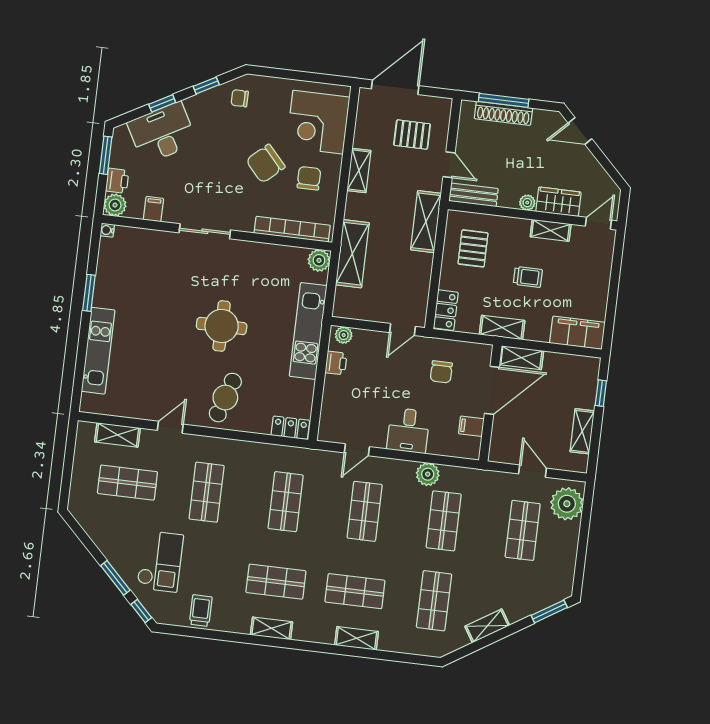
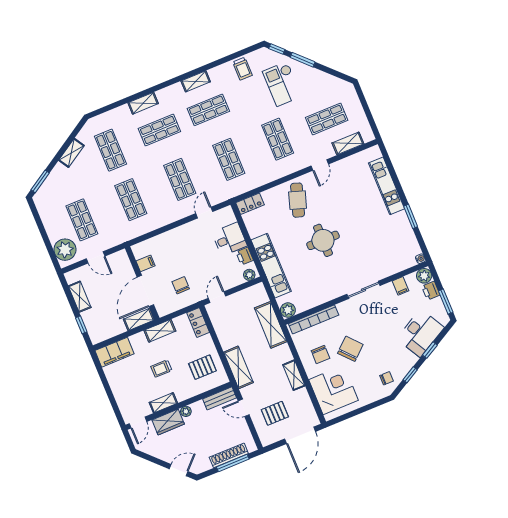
pallet: (473, 248) -> (202, 367), turned 90
desk: (408, 431) -> (230, 239), moved, turned 90
plant: (428, 474) -> (155, 222), removed

